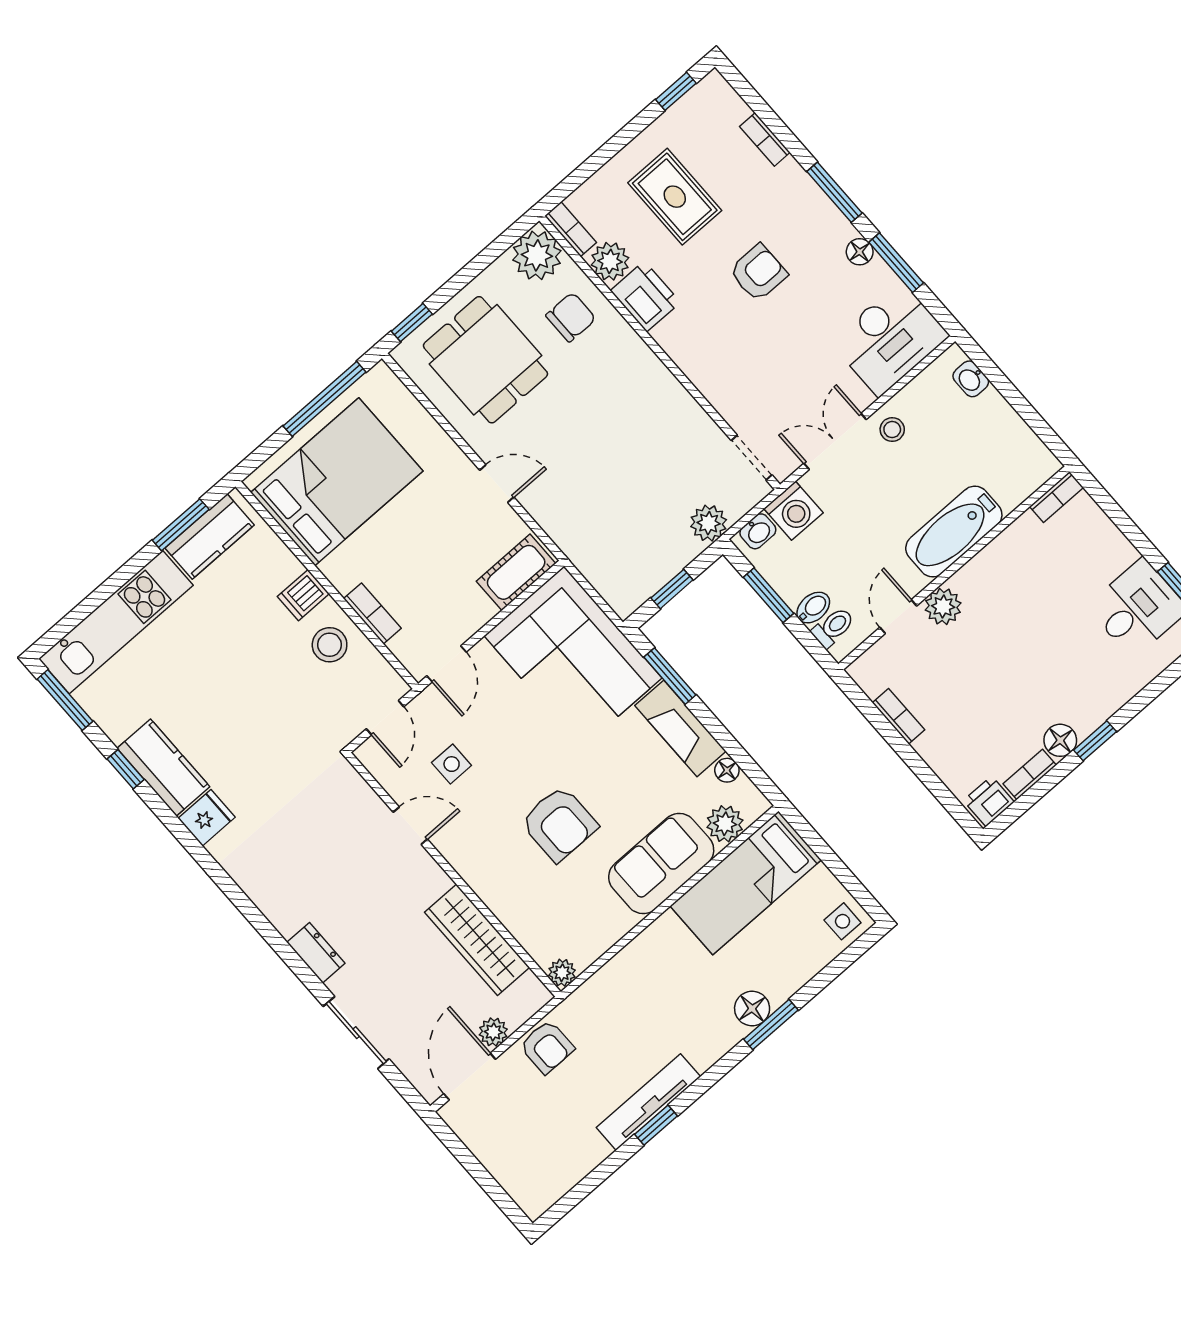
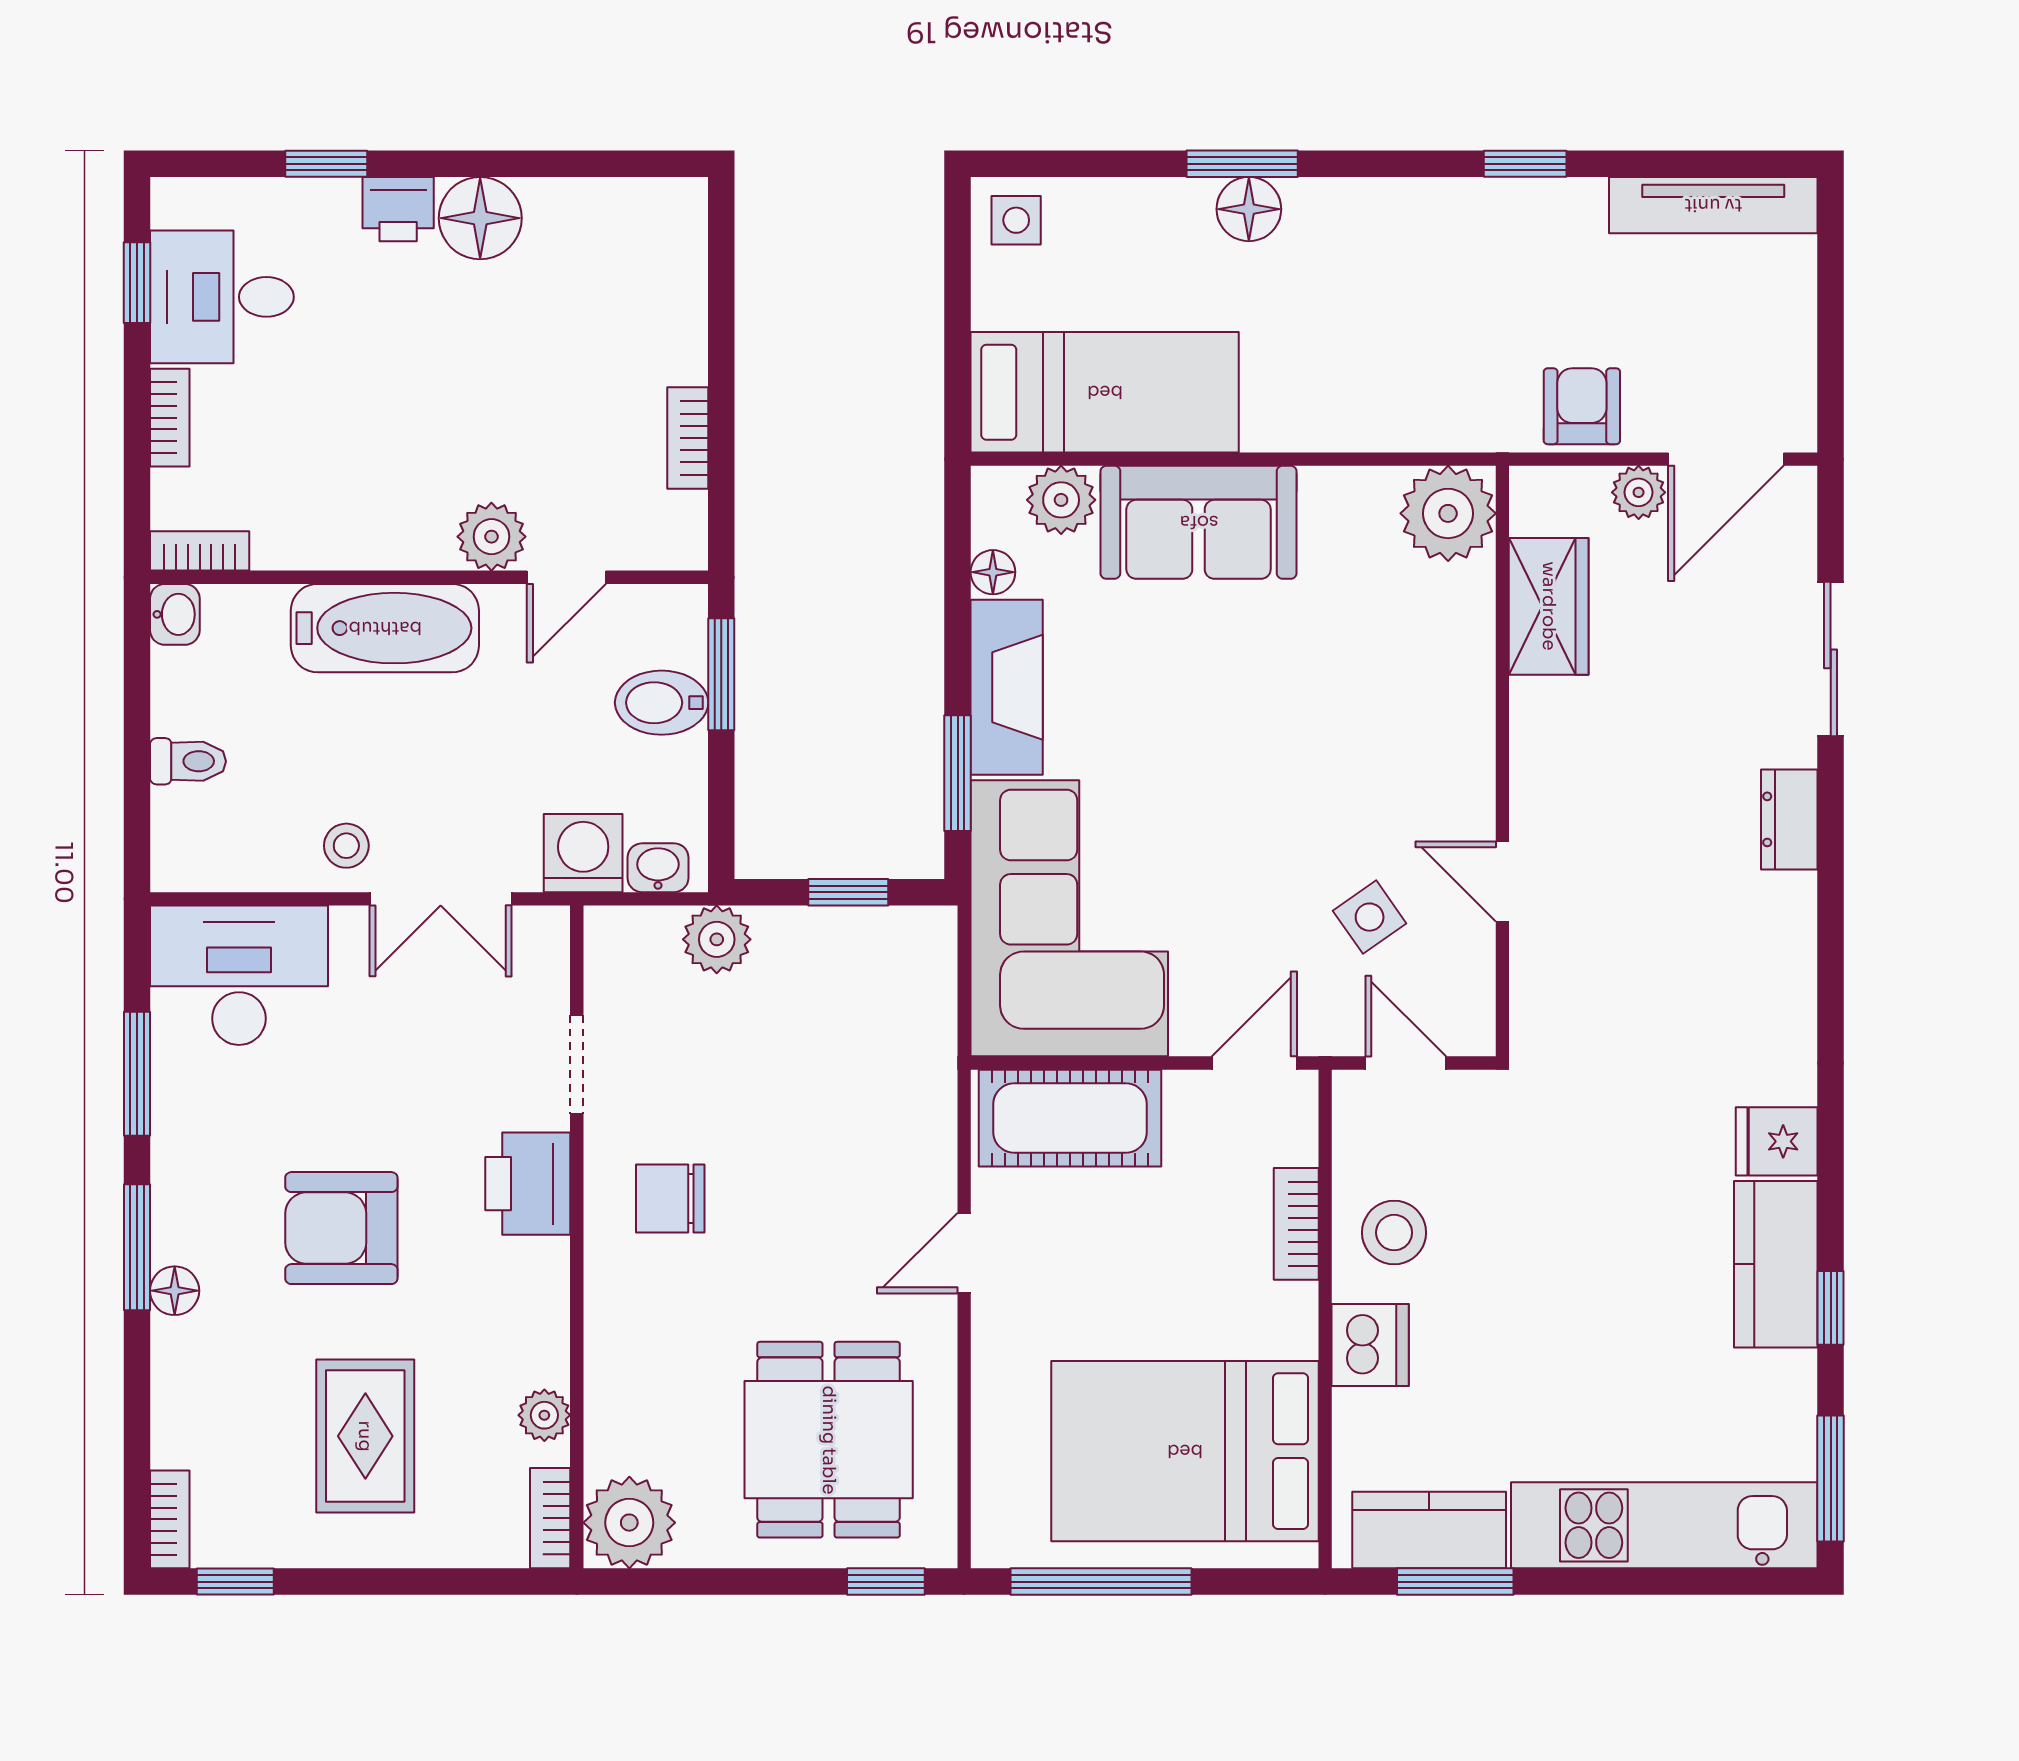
bookcase: (765, 139) -> (170, 1519), moved
floor lamp: (860, 252) -> (175, 1291), moved
plant: (610, 261) -> (544, 1415), width x0.73, depth x0.73
armchair: (758, 273) -> (341, 1228), width x1.38, depth x1.38
printer: (645, 296) -> (528, 1184), moved
chair: (571, 317) -> (670, 1198), moved
washbasin: (971, 379) -> (175, 614), moved
doorway: (752, 458) -> (577, 1064), moved
door: (497, 484) -> (964, 1253), hinge flipped
cot: (516, 572) -> (1070, 1118), width x1.37, depth x1.34
dishwasher: (303, 595) -> (1370, 1345), width x1.38
window: (769, 595) -> (721, 674), moved
bidet: (813, 608) -> (662, 703), width x1.38, depth x1.36
toilet: (833, 627) -> (188, 761), moved, turned 180
door: (385, 718) -> (1406, 1063), hinge flipped
floor lamp: (1060, 740) -> (480, 218), width x1.38, depth x1.38
window: (1095, 741) -> (326, 164), moved
side table: (452, 764) -> (1370, 917), turned -35
bookcase: (1030, 775) -> (170, 418), moved, turned -90
printer: (989, 801) -> (398, 209), moved
armchair: (559, 824) -> (1292, 703), removed
wardrobe: (477, 940) -> (1549, 606), width x0.67
plant: (562, 973) -> (1448, 513), width x1.88, depth x1.88
tv unit: (648, 1102) -> (1713, 205), moved

